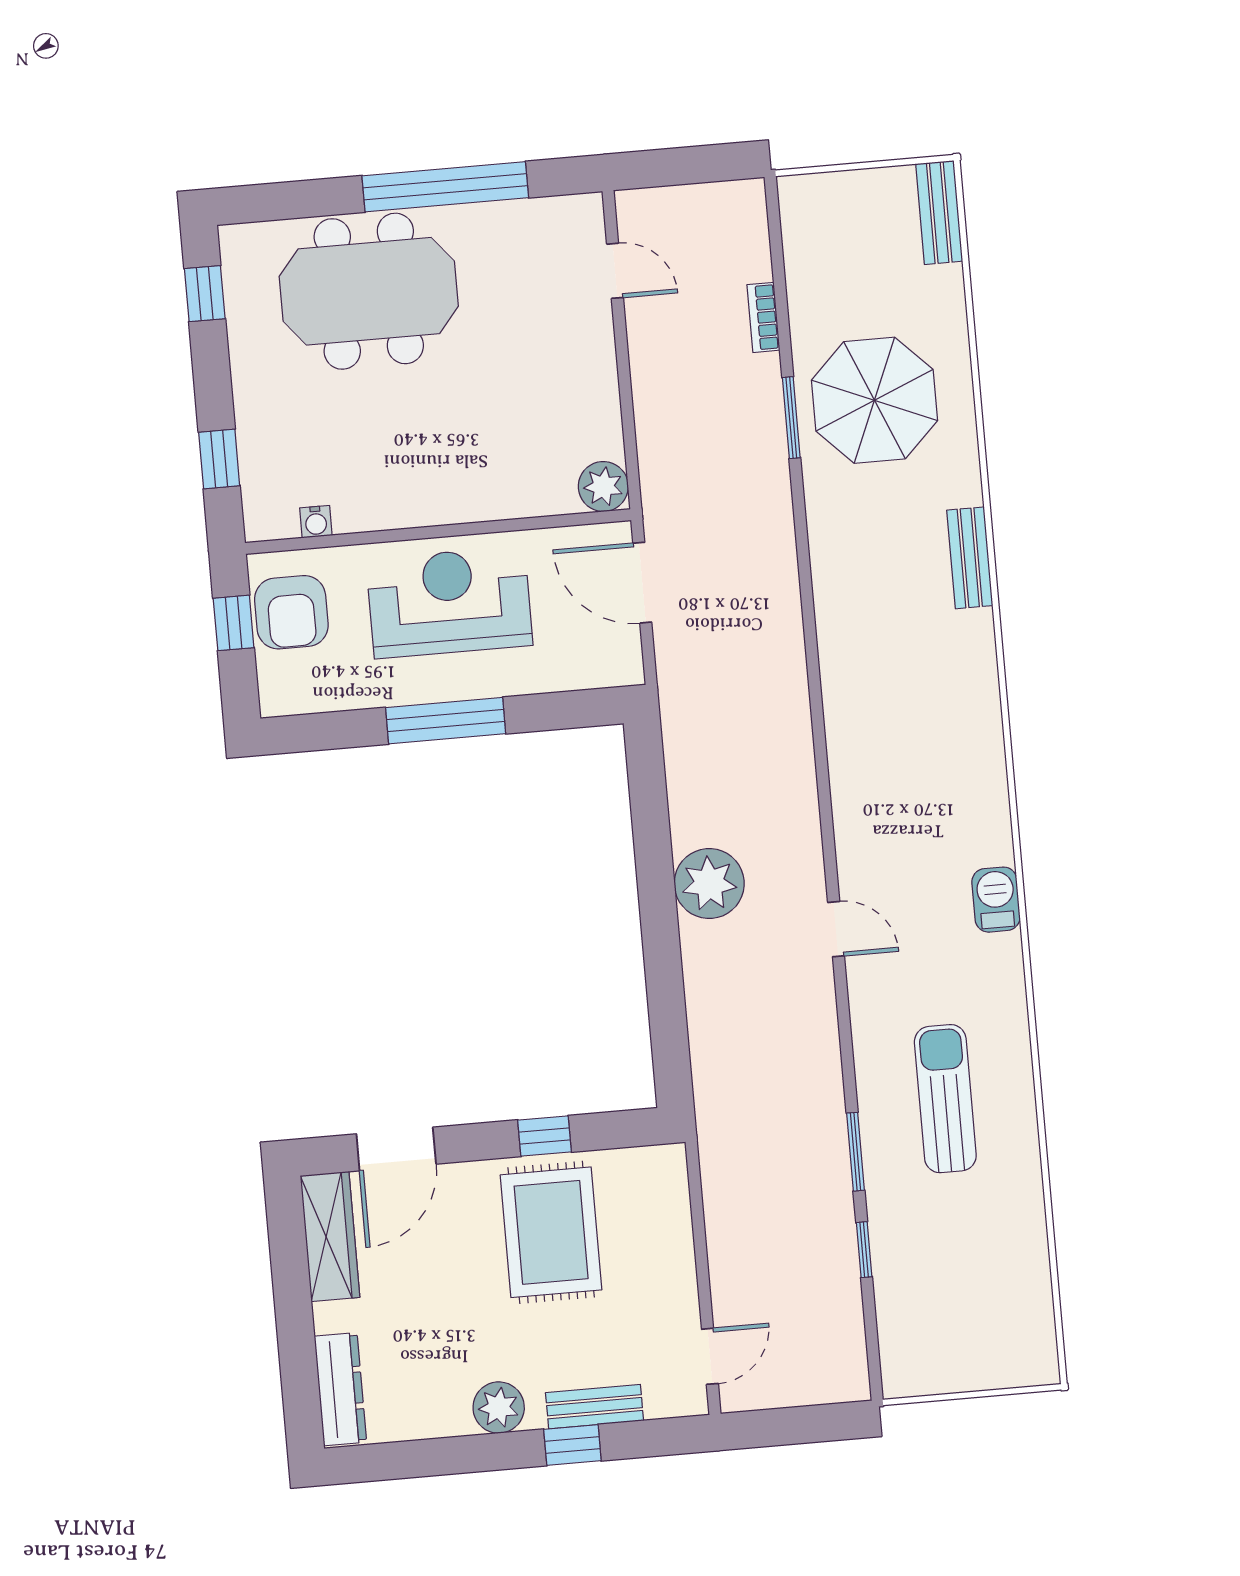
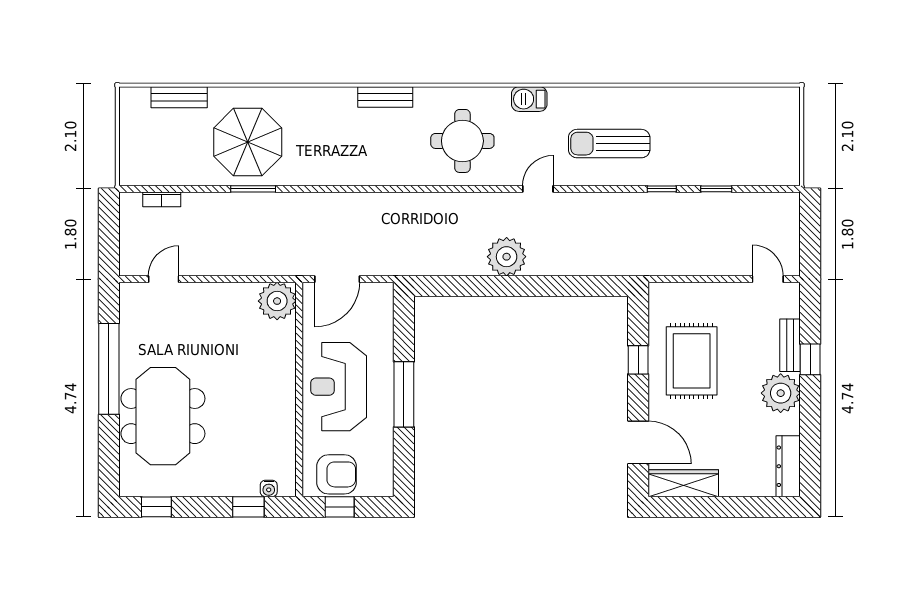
bench: (939, 212) -> (179, 97), moved
bookcase: (763, 317) -> (162, 199), moved
plant: (603, 486) -> (277, 301), width x1.36, depth x1.36
water cooler: (316, 522) -> (269, 488), moved, turned 90
bench: (970, 558) -> (385, 97), moved
round table: (910, 786) -> (462, 141), added
sun lounger: (945, 1099) -> (609, 144), moved
window: (855, 1152) -> (662, 189), width x0.67
rug: (551, 1232) -> (692, 361), turned 90
dresser: (340, 1389) -> (788, 466), moved, turned -90
plant: (499, 1408) -> (781, 393), width x1.36, depth x1.36

